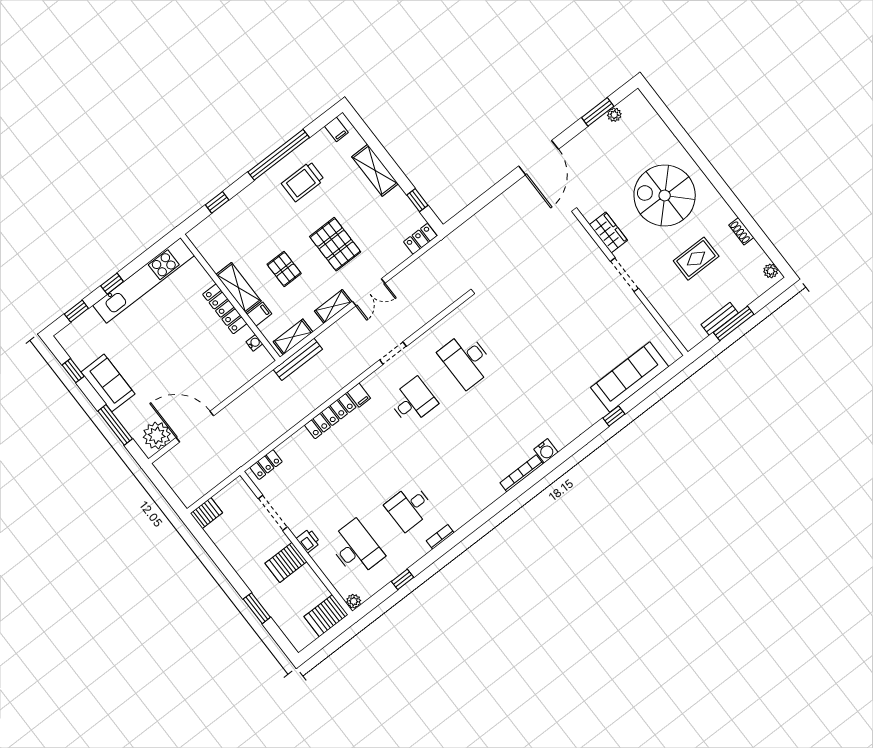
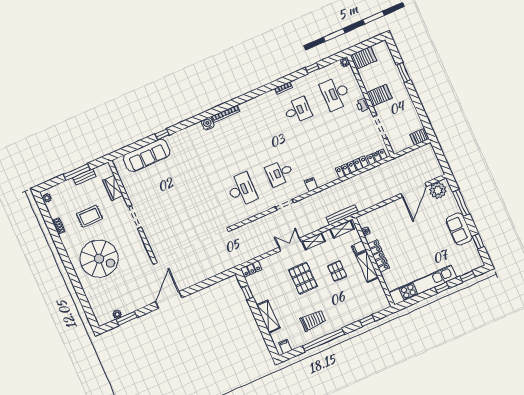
wardrobe: (608, 233) -> (113, 188), moved
locker: (330, 416) -> (352, 167), moved
door: (195, 427) -> (414, 190), hinge flipped

